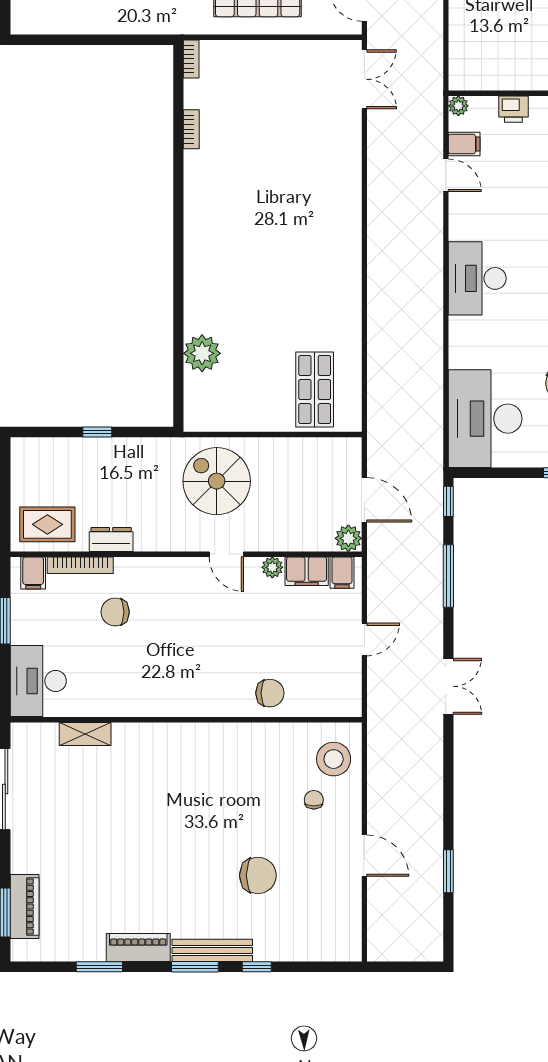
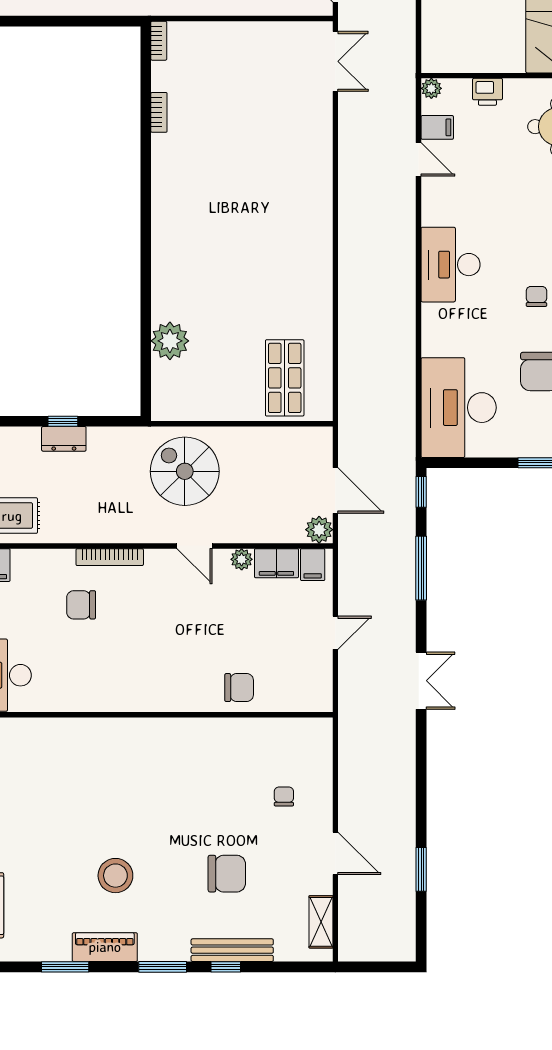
dresser: (111, 539) -> (64, 439), moved, turned 180
bookcase: (80, 565) -> (110, 557), moved
shelving: (85, 734) -> (321, 922), moved, turned 90
stool: (334, 759) -> (115, 876), moved
bench: (212, 950) -> (232, 950), moved

